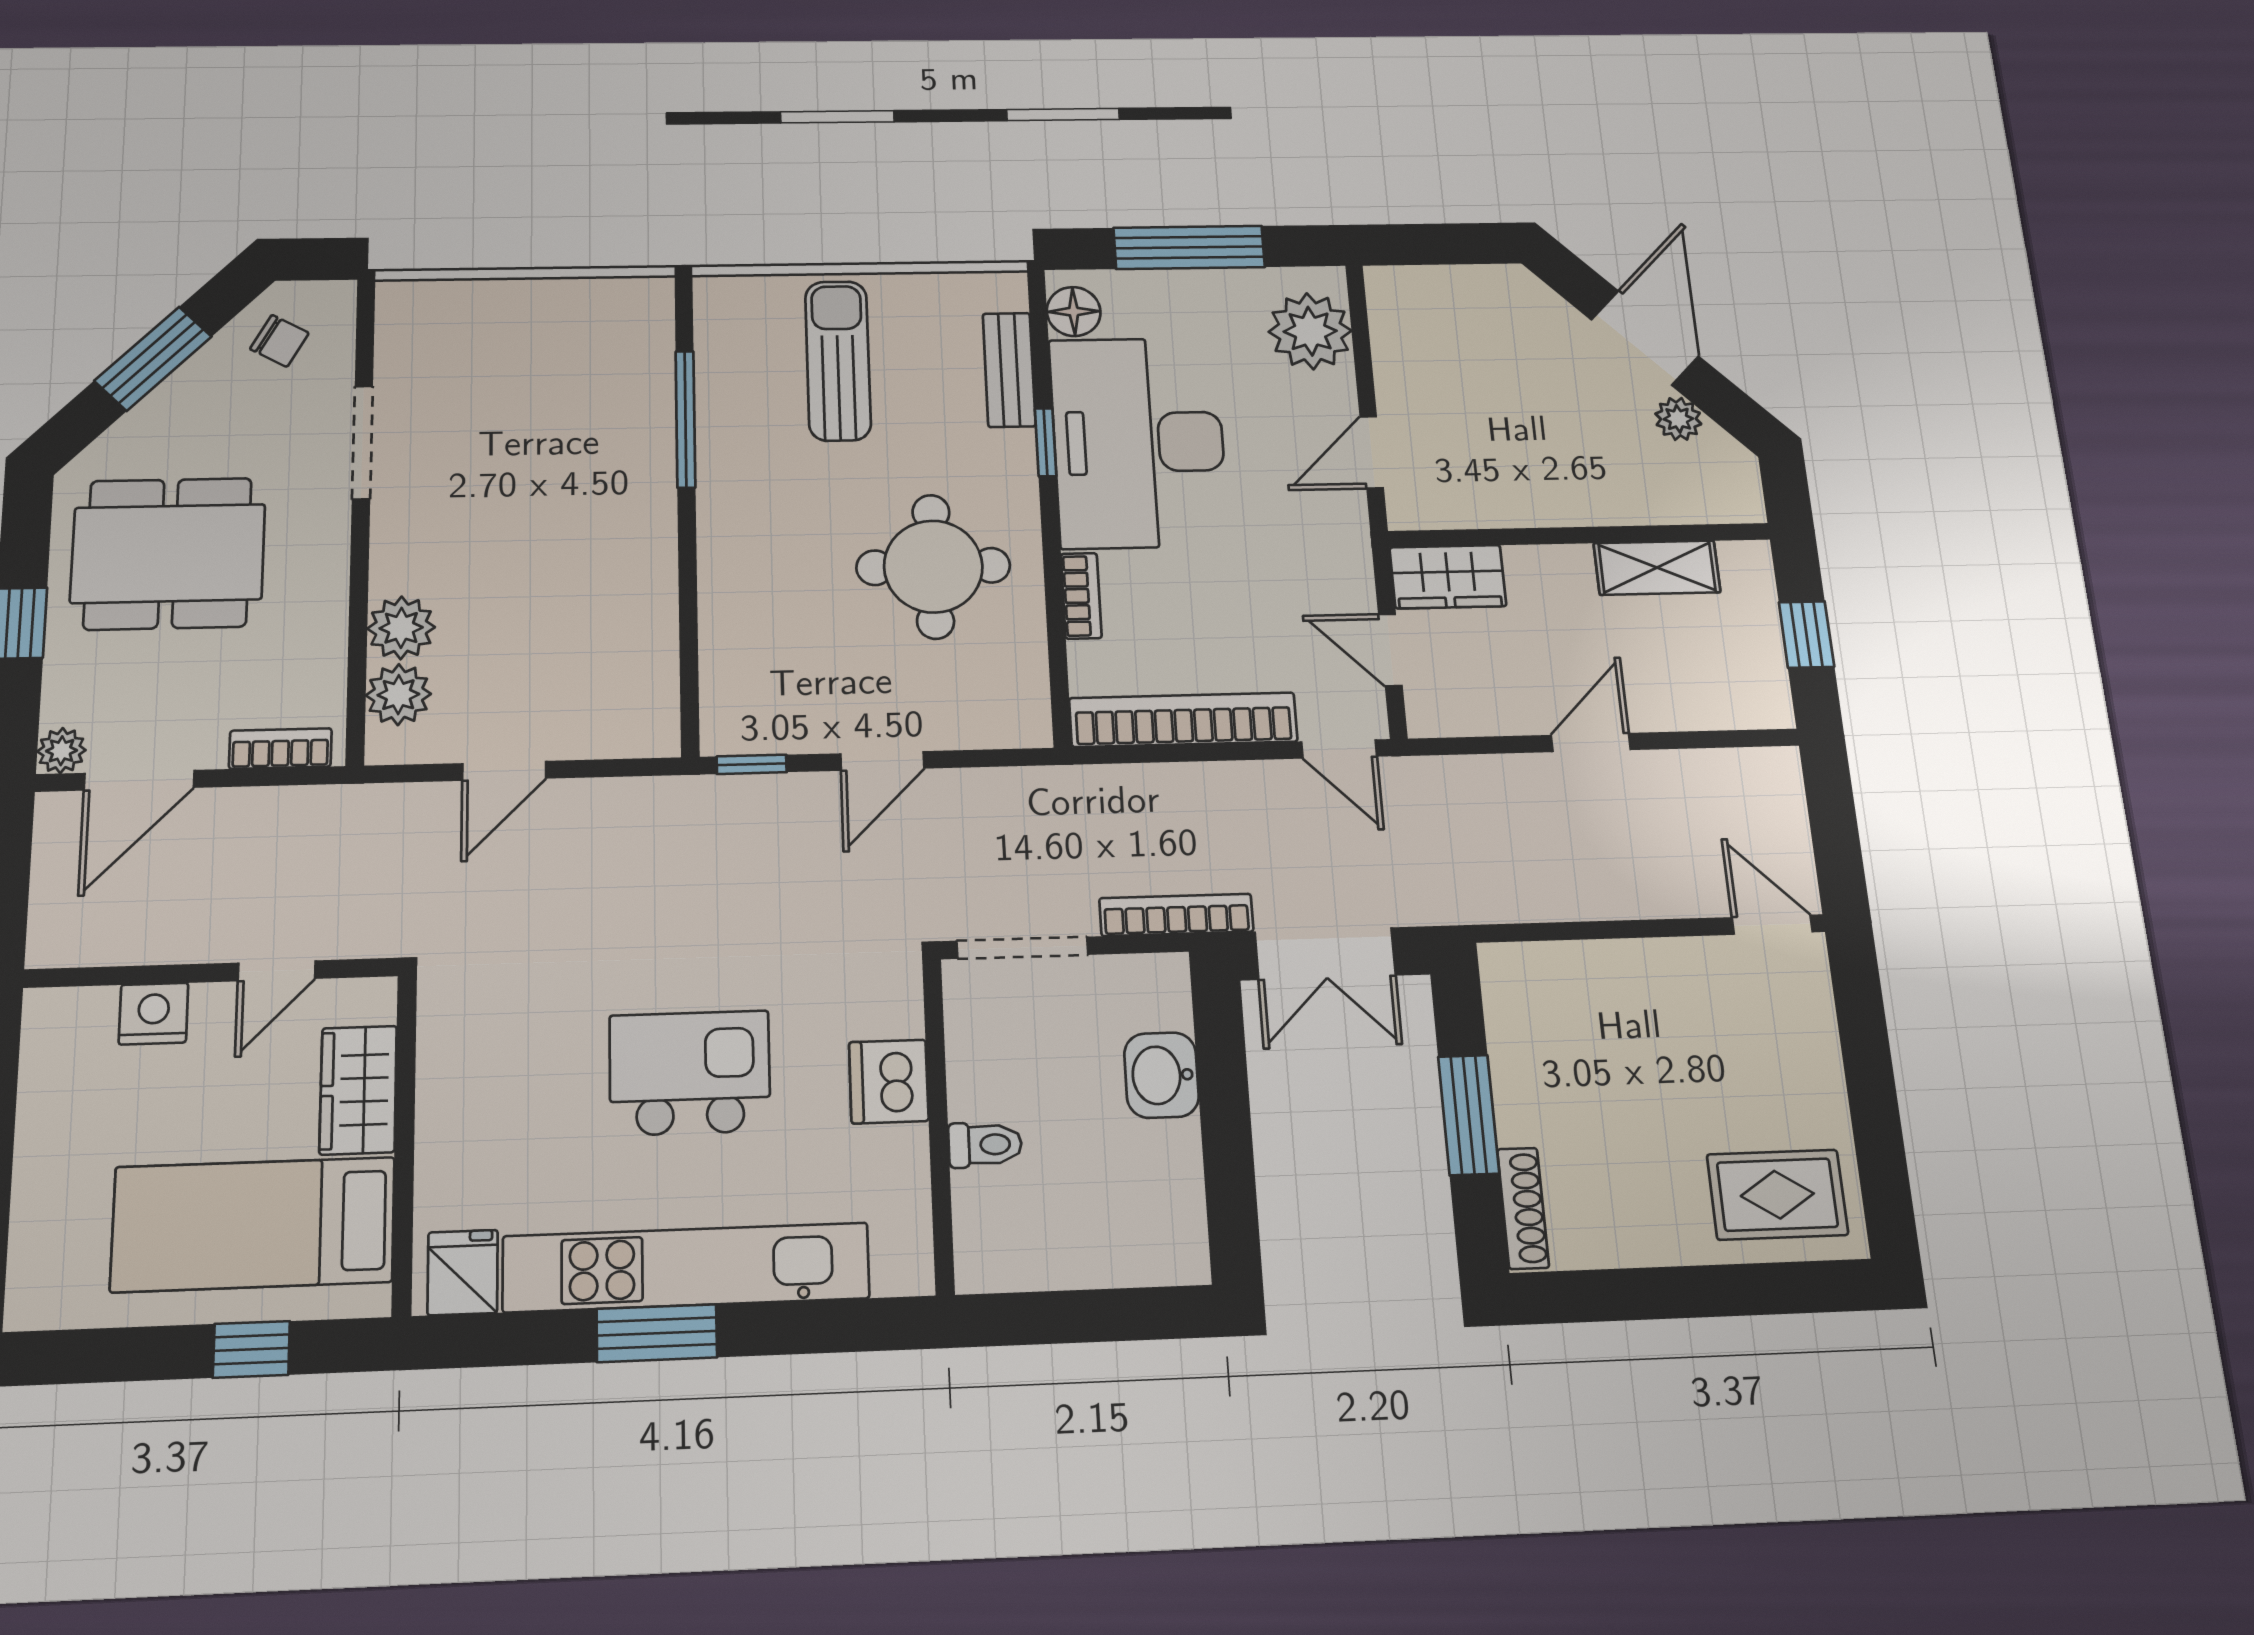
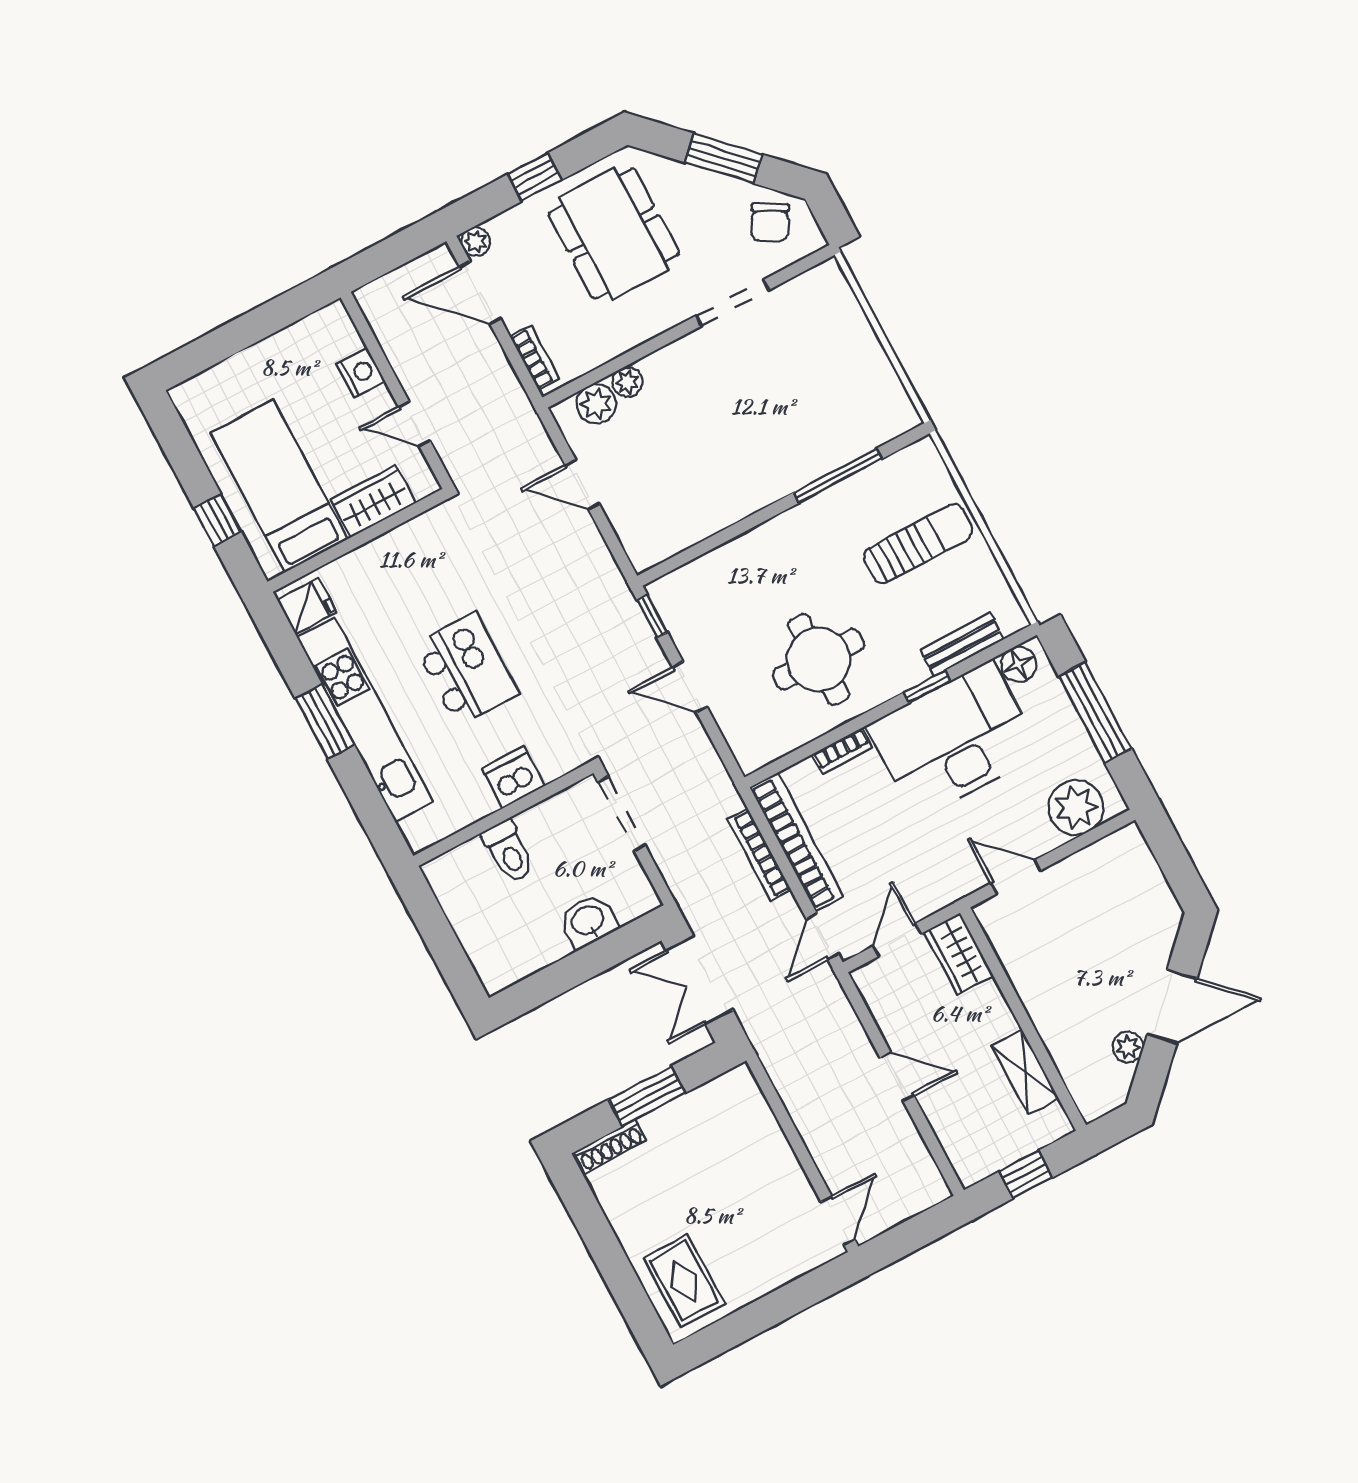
chair: (280, 341) -> (770, 222), width x1.37, depth x1.37
plant: (401, 628) -> (627, 382), width x0.73, depth x0.73
bookcase: (1176, 915) -> (759, 855), moved, turned 180
toilet: (985, 1145) -> (509, 852), width x1.37, depth x1.39

